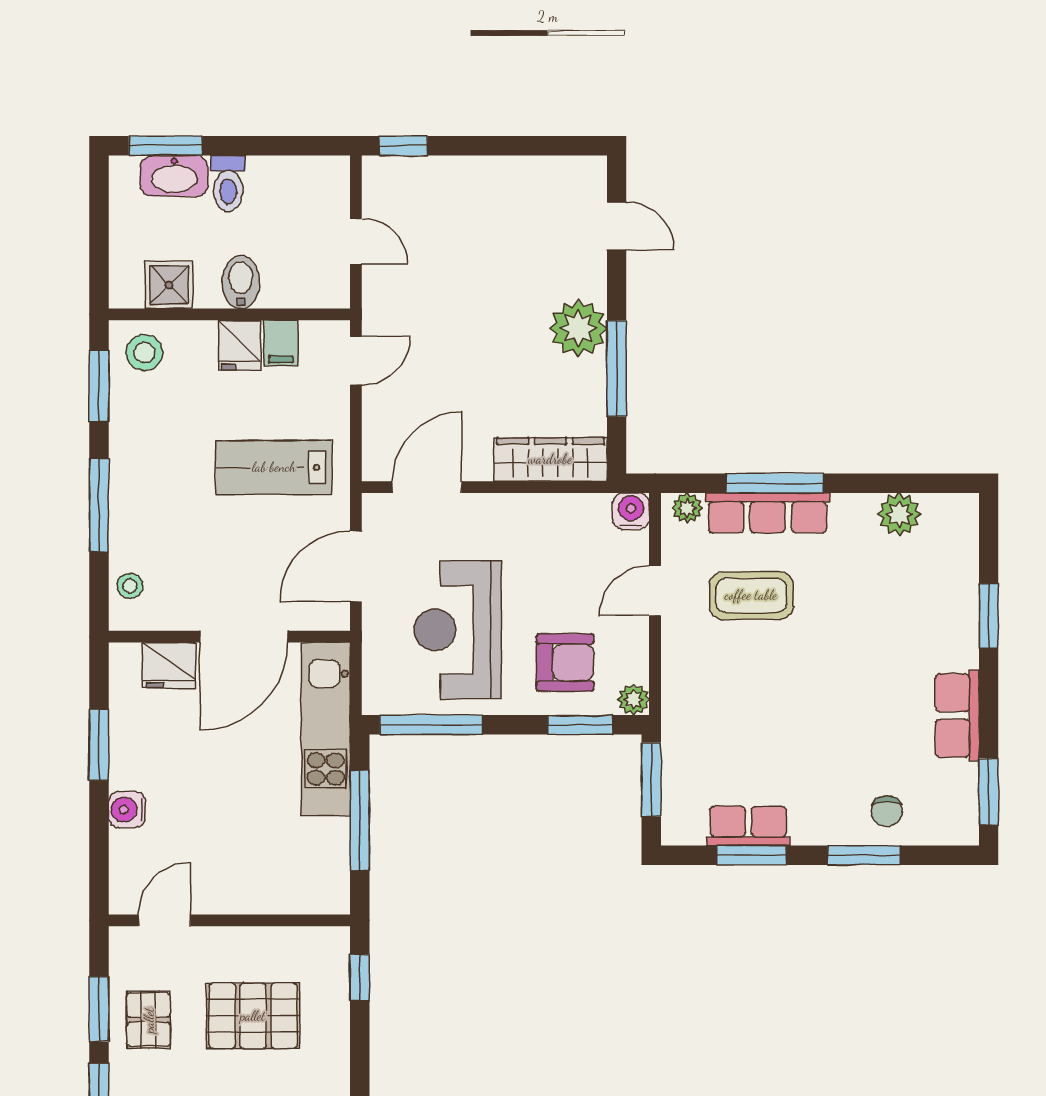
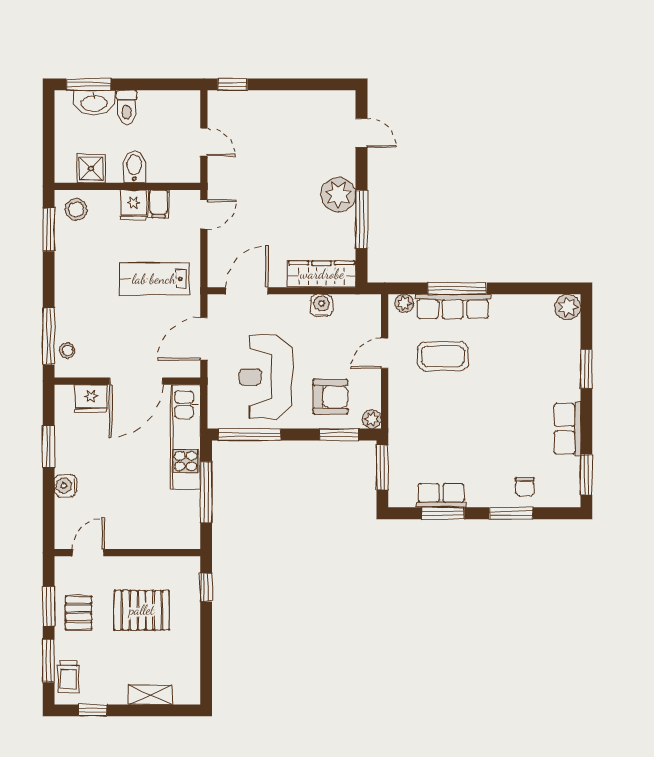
window: (99, 505) -> (49, 336), moved
water cooler: (631, 511) -> (322, 305), moved
plant: (899, 514) -> (568, 307), moved

